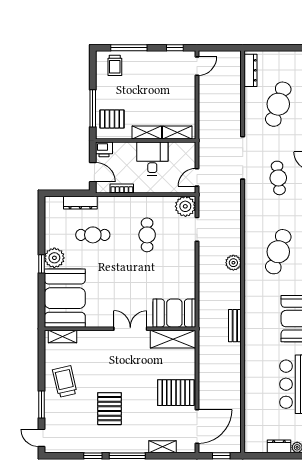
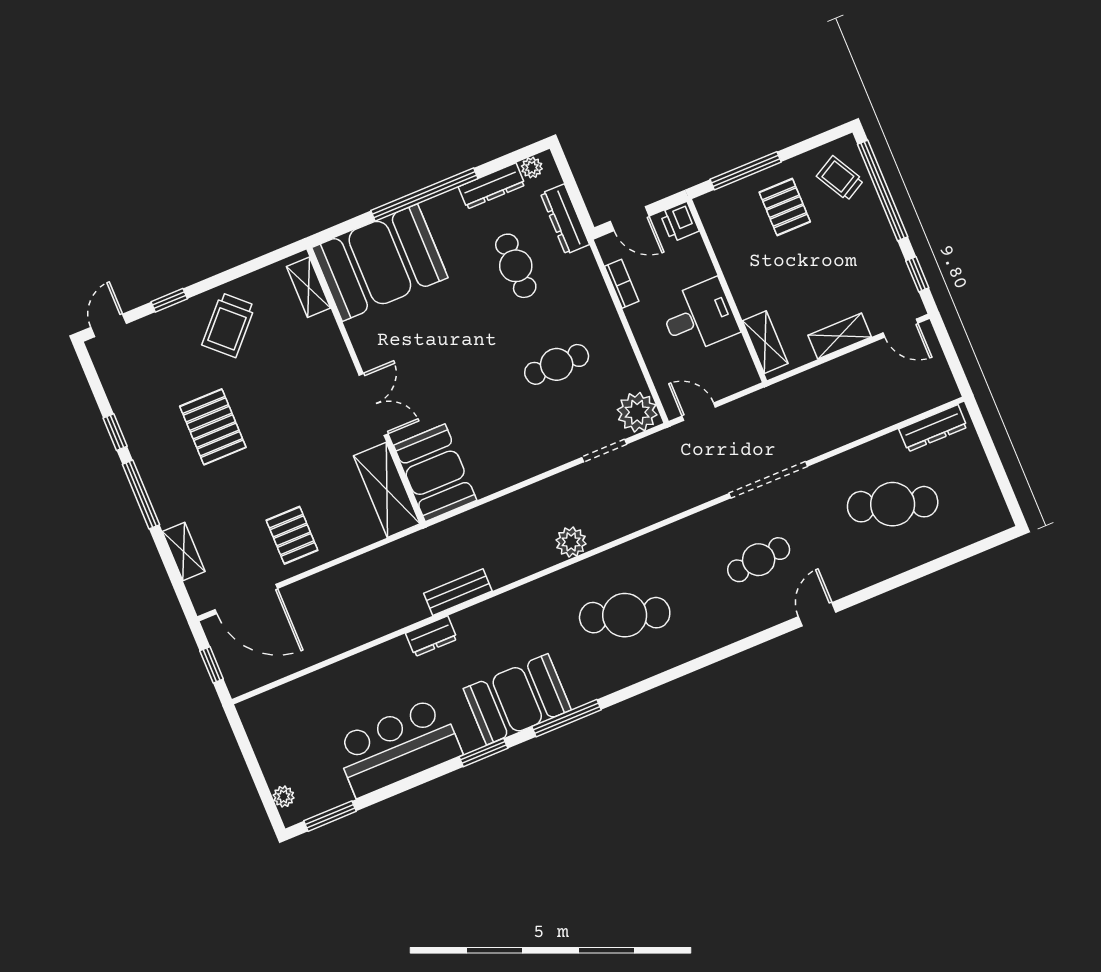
window: (129, 48) -> (883, 190), width x1.46
trolley: (115, 65) -> (840, 178), turned 61
pallet: (112, 119) -> (785, 207), moved
shelving: (147, 132) -> (840, 336), moved, turned 90
door: (93, 172) -> (630, 219), hinge flipped
dresser: (51, 231) -> (492, 186), added
plant: (54, 258) -> (532, 168), moved, width x0.53, depth x0.53
window: (41, 264) -> (424, 195), width x3.17
trolley: (65, 382) -> (228, 325), turned 146
pallet: (176, 393) -> (292, 535), width x0.67, depth x0.71
window: (41, 405) -> (169, 300), width x0.67
pallet: (110, 409) -> (213, 427), turned 90
dresser: (279, 446) -> (431, 636), moved, turned 90

